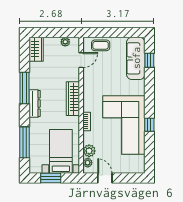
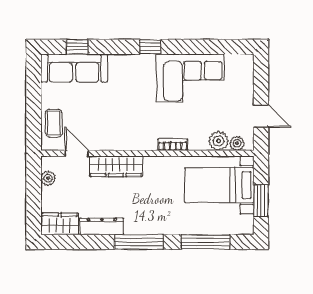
window: (25, 88) -> (139, 242), moved
wardrobe: (73, 99) -> (116, 166), moved
dresser: (35, 103) -> (102, 226), moved
corner sofa: (124, 125) -> (190, 78), width x0.73, depth x0.74
window: (149, 125) -> (150, 47), moved
door: (105, 178) -> (261, 116), swing flipped

